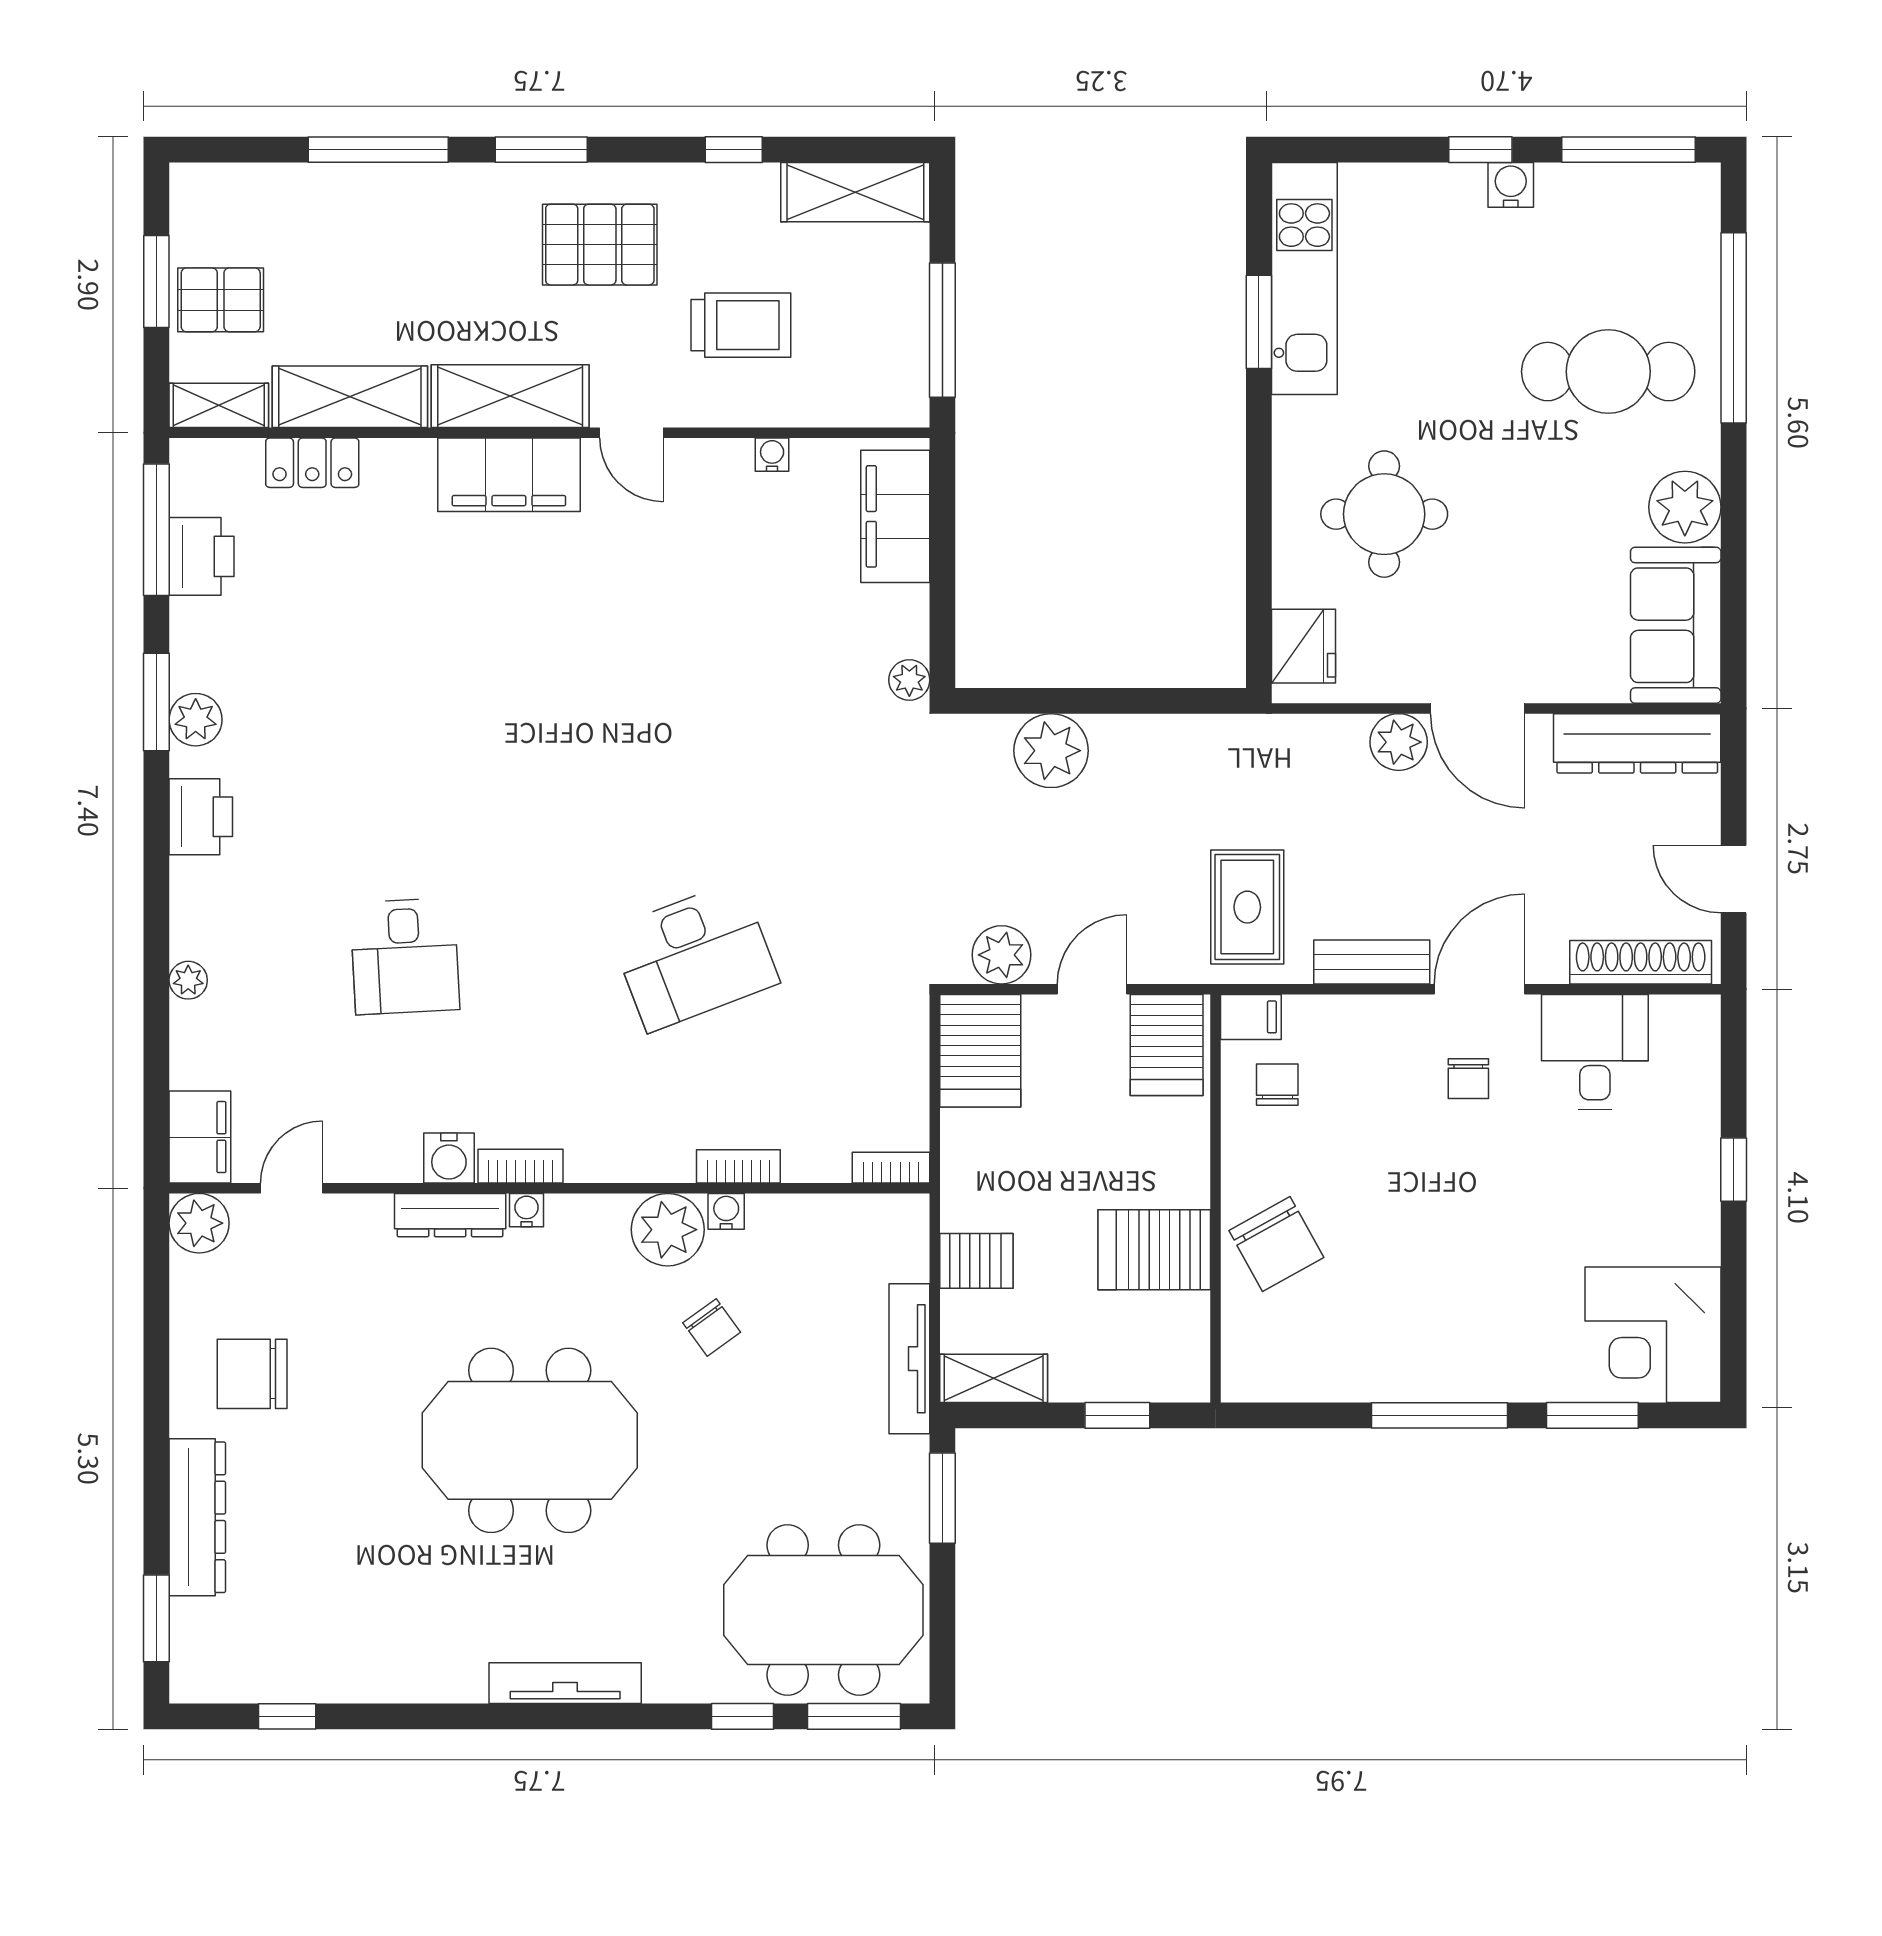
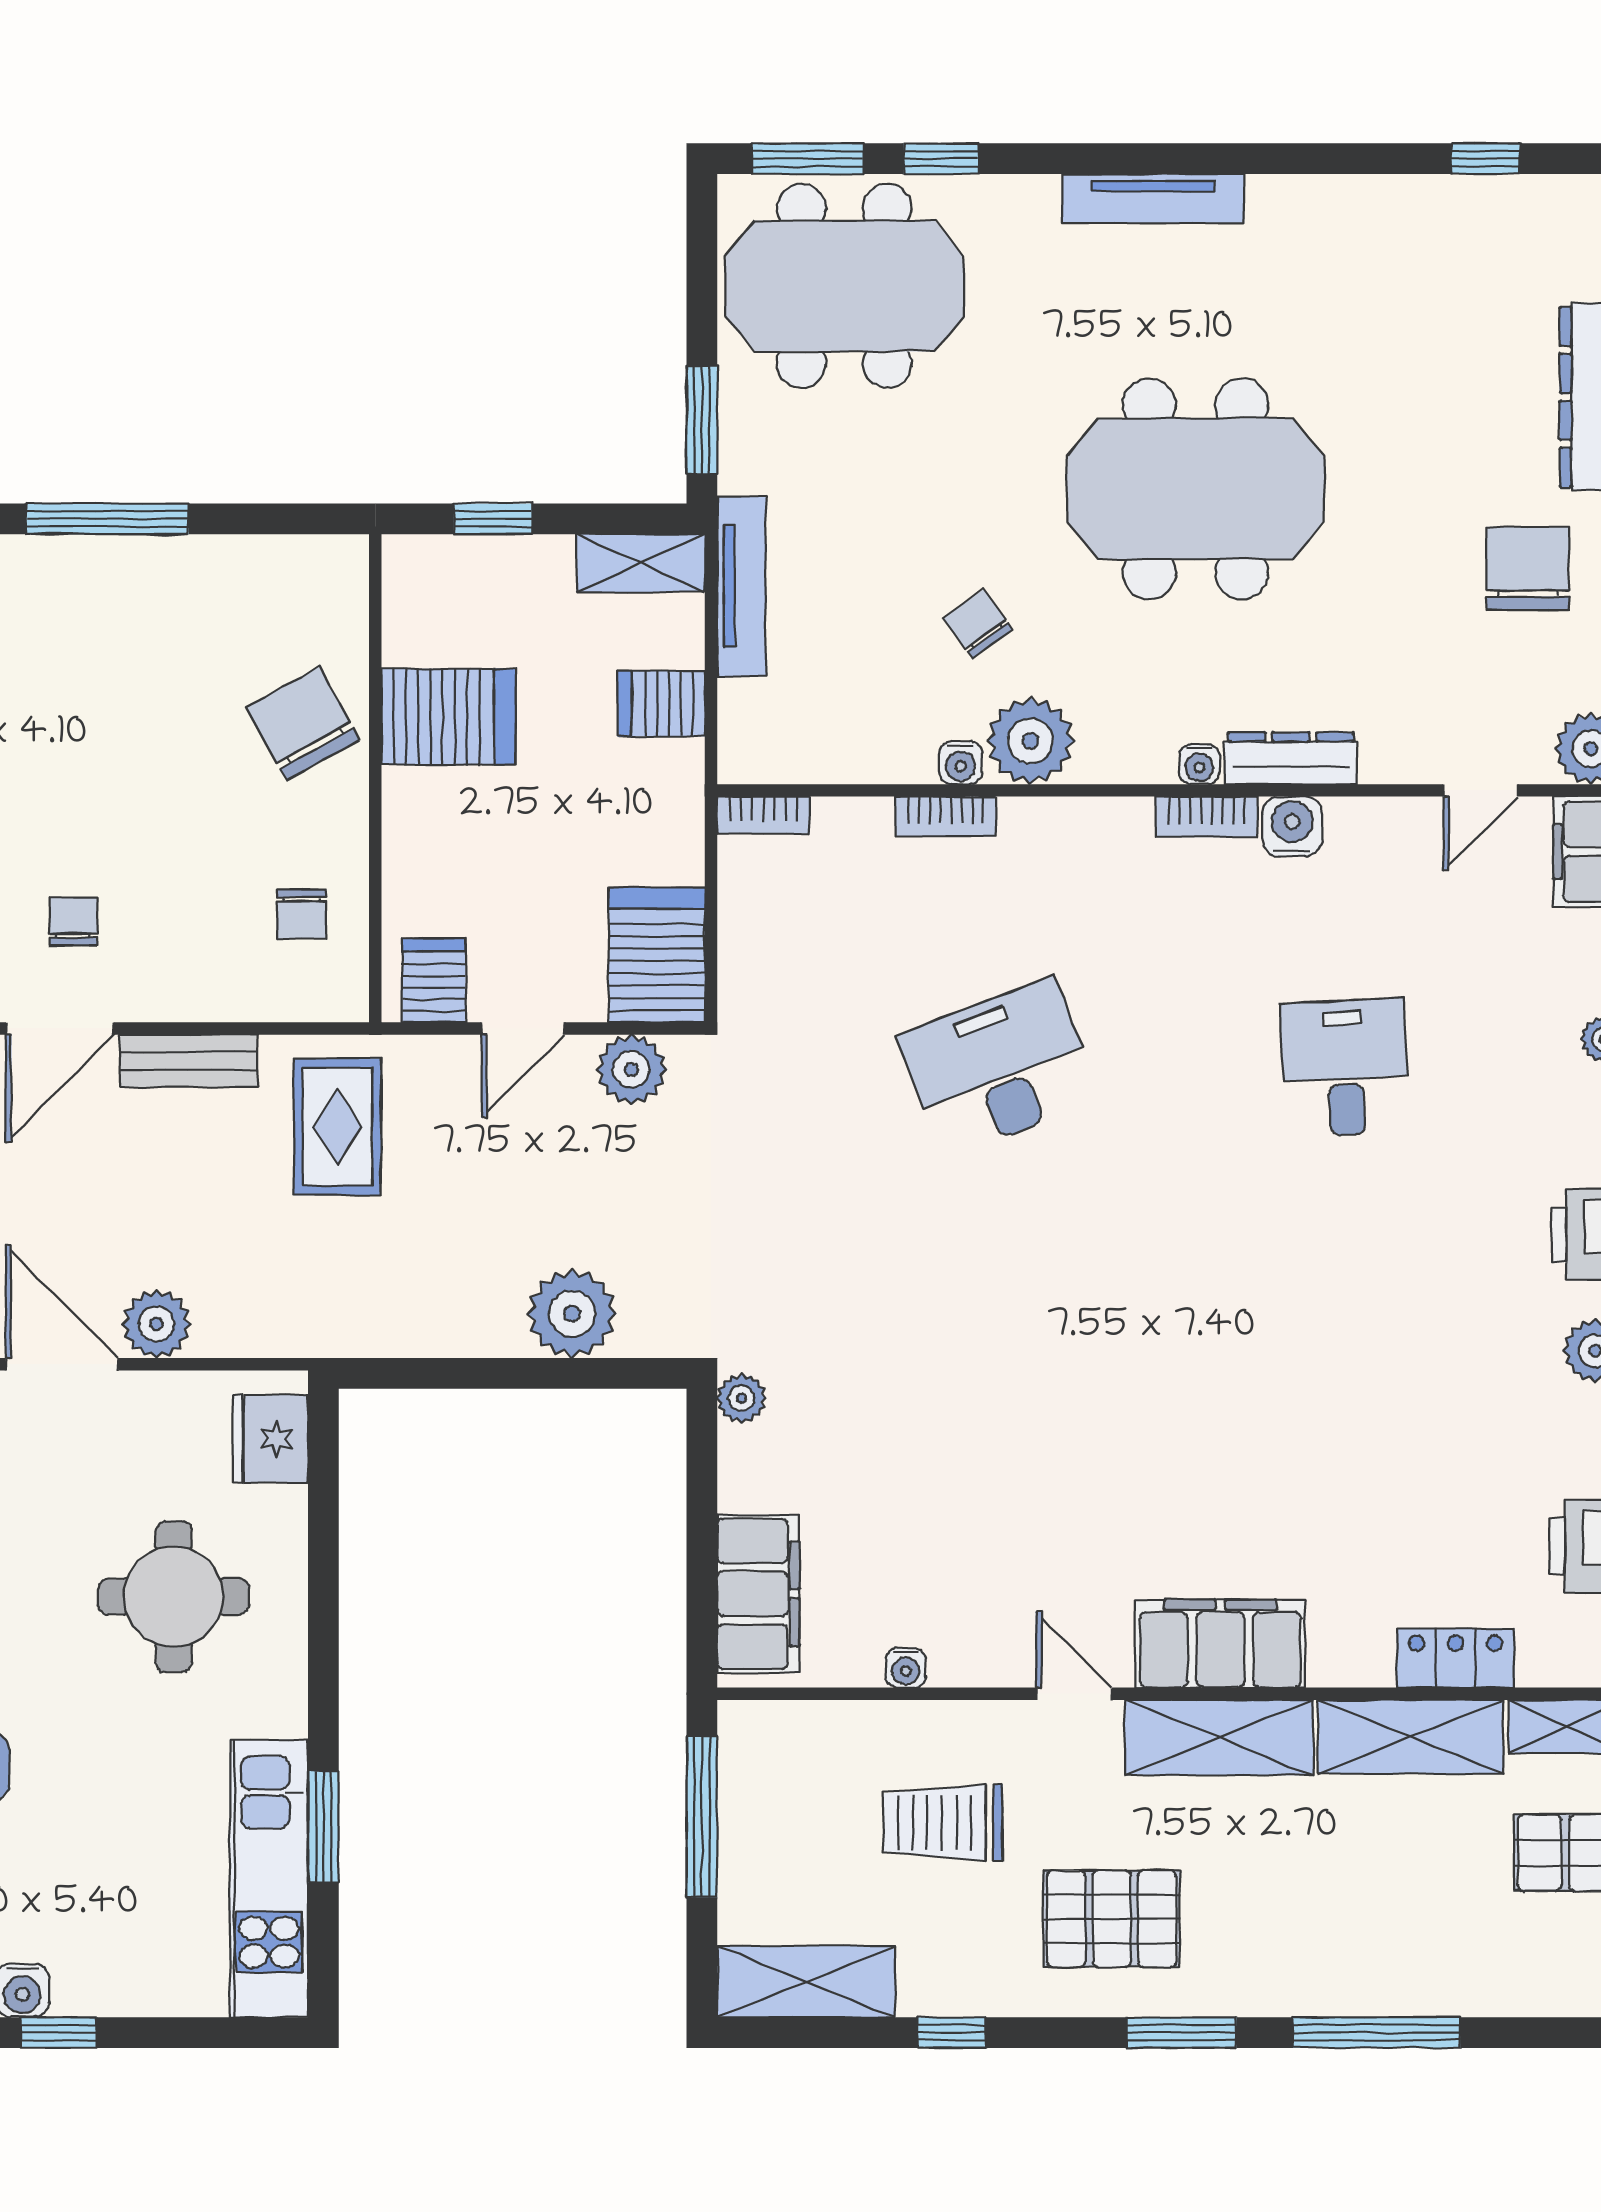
filing cabinet: (1251, 1017) -> (333, 995), removed
server rack: (1167, 1045) -> (434, 980), width x0.73, depth x0.70
chair: (252, 1374) -> (1528, 568), turned -90

